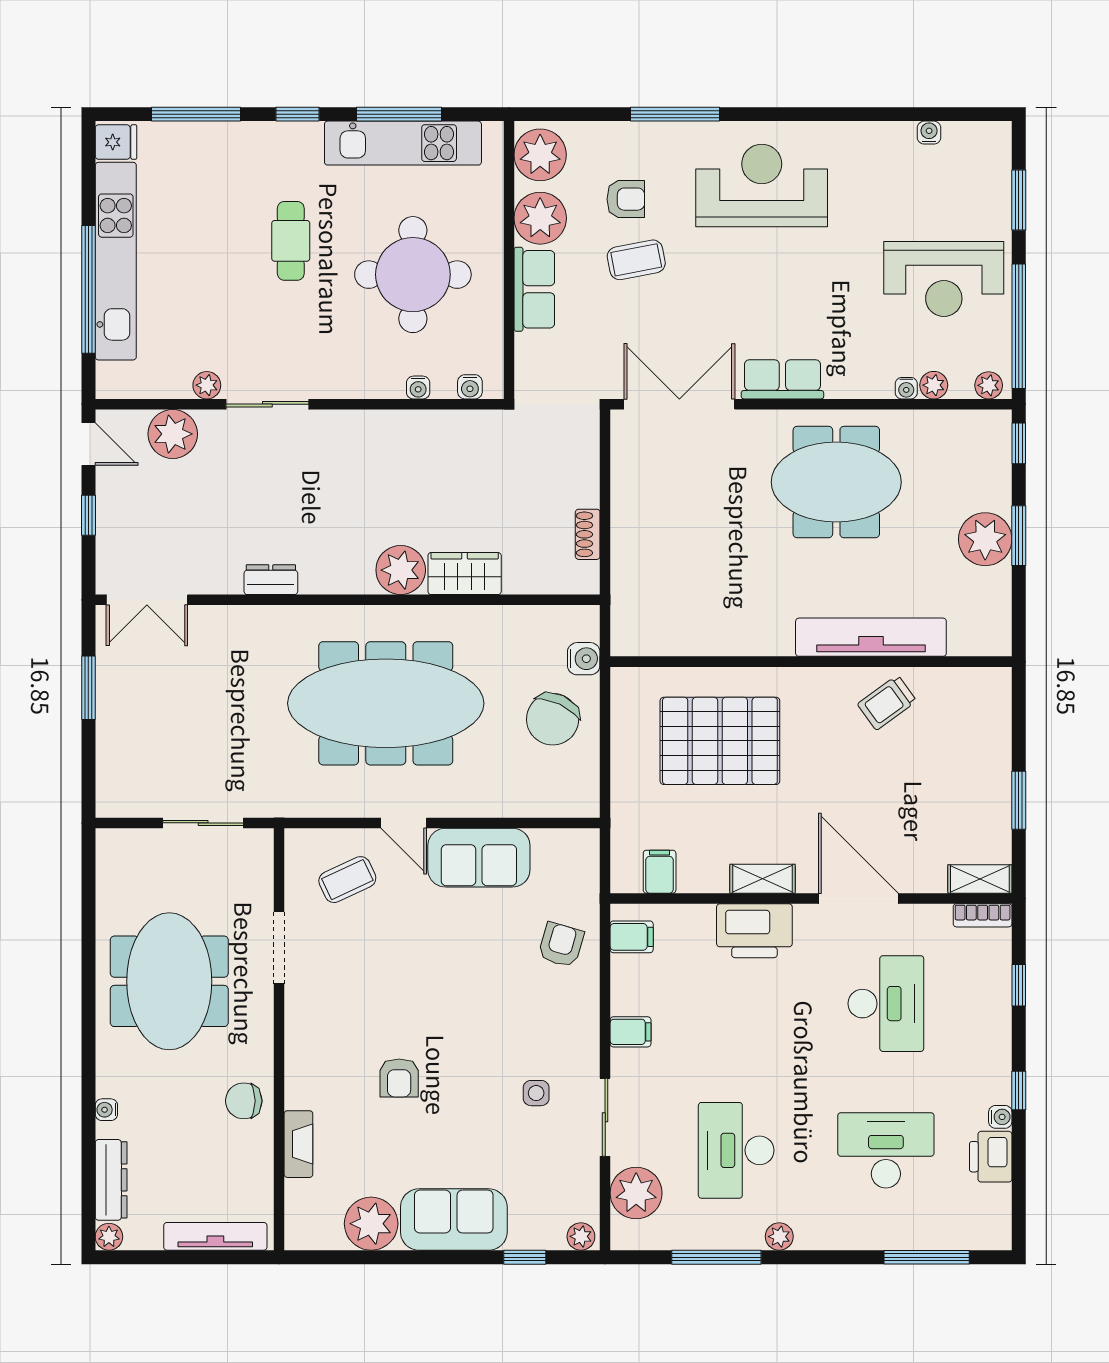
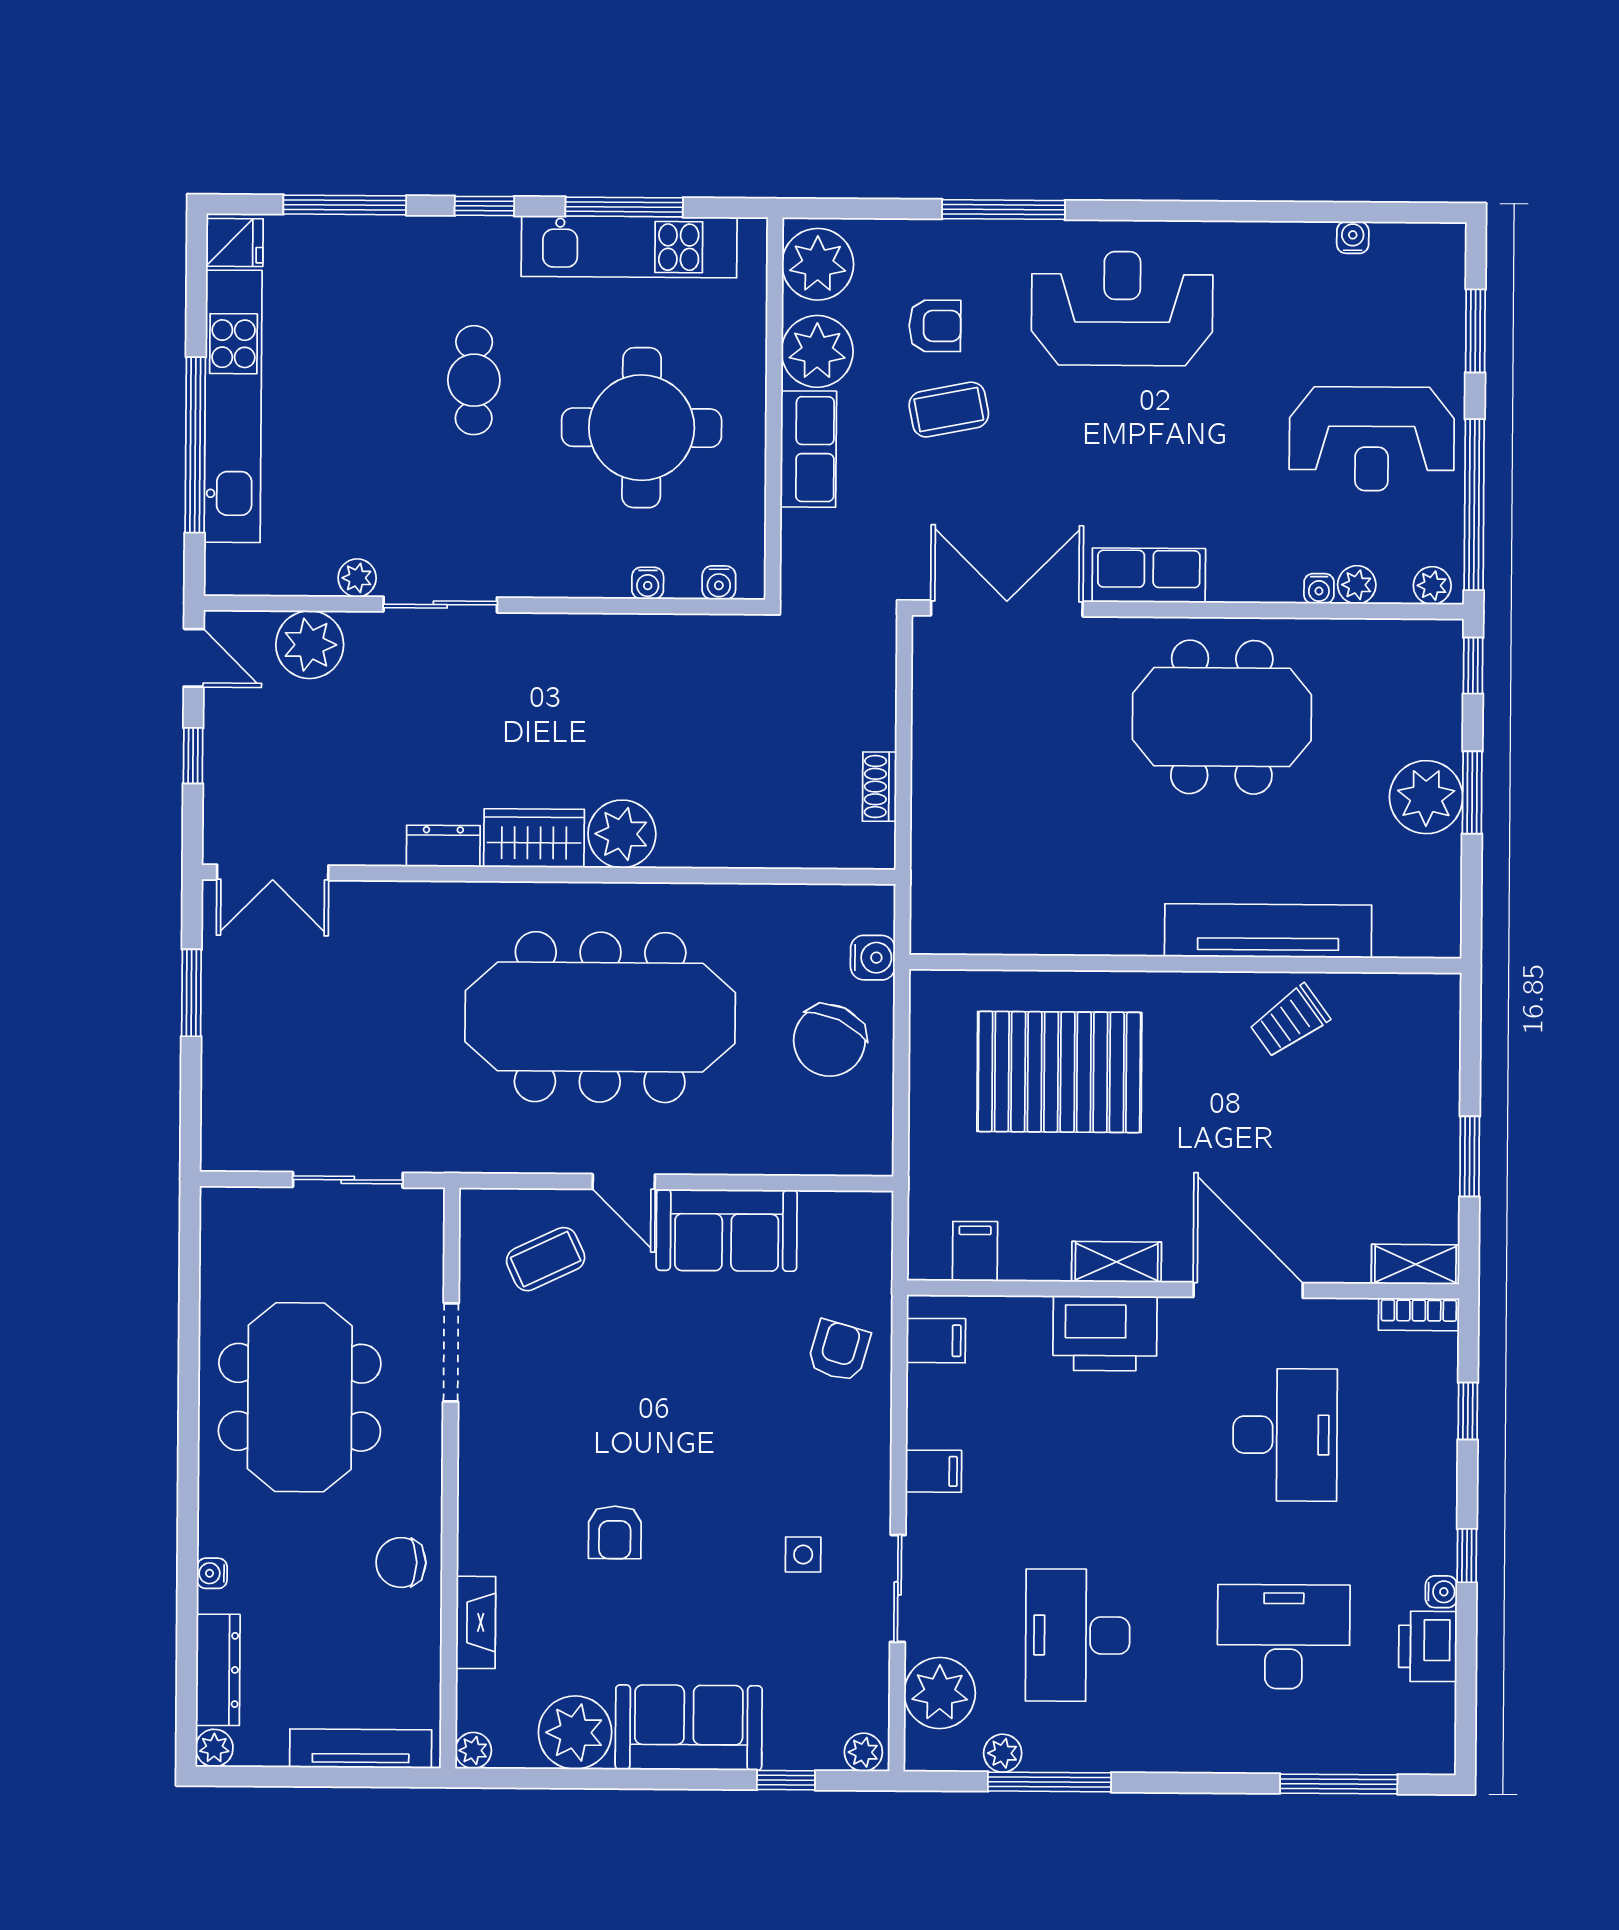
wardrobe: (465, 574) -> (534, 838), moved
plant: (297, 1237) -> (473, 1750), added
plant: (779, 1237) -> (1003, 1753), moved

